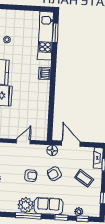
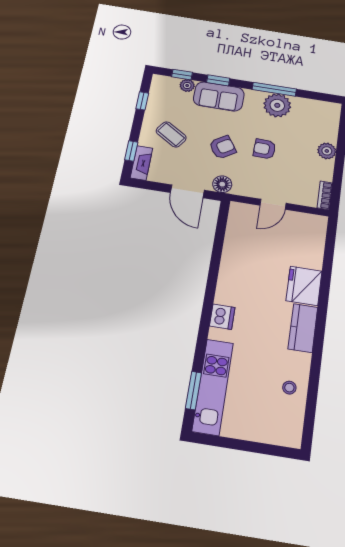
sofa: (48, 206) -> (219, 96), moved

